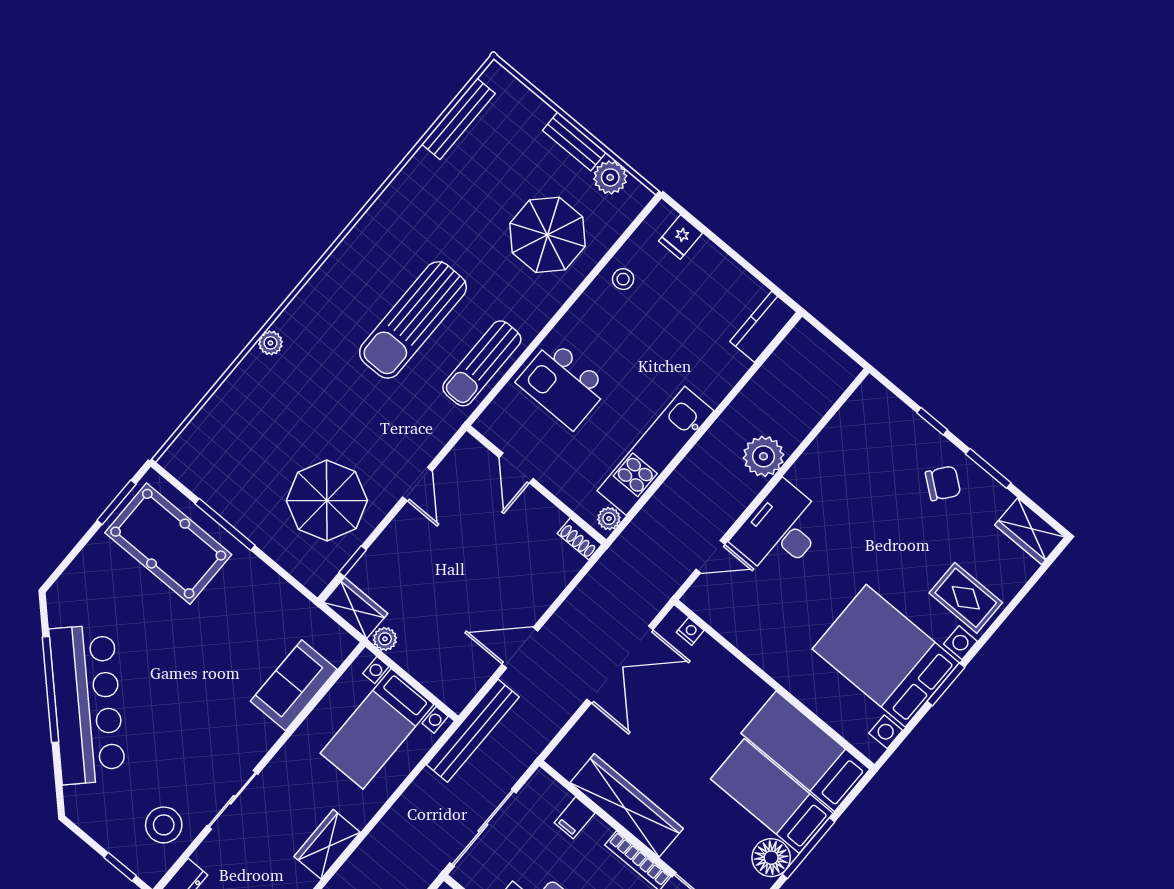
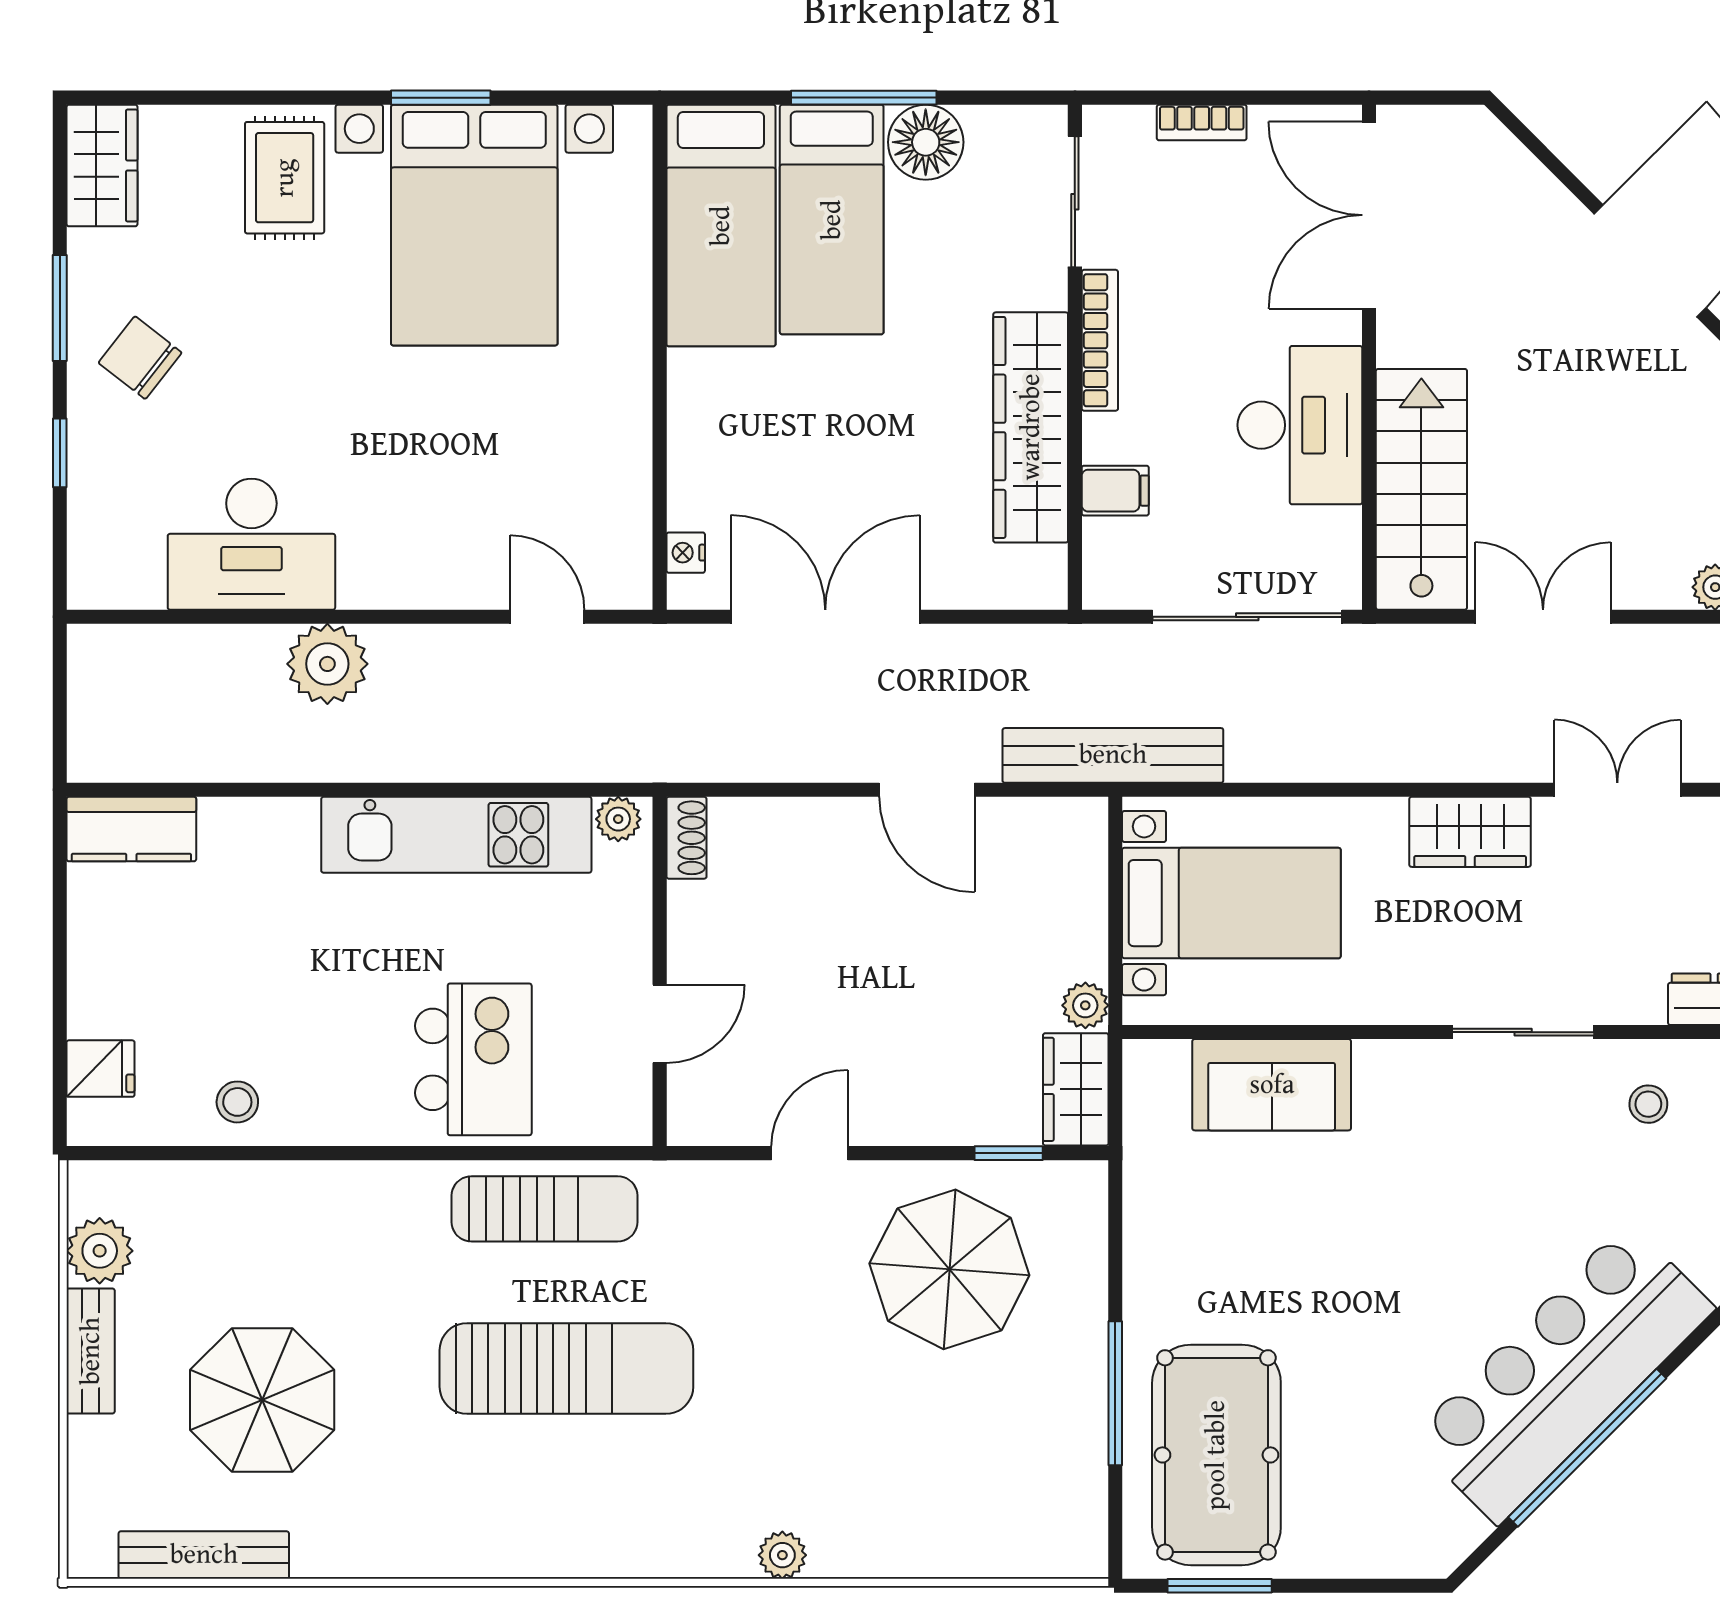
parasol: (547, 235) -> (262, 1400), moved
desk: (781, 530) -> (251, 544), moved
stool: (164, 825) -> (1648, 1104), width x0.53, depth x0.53

